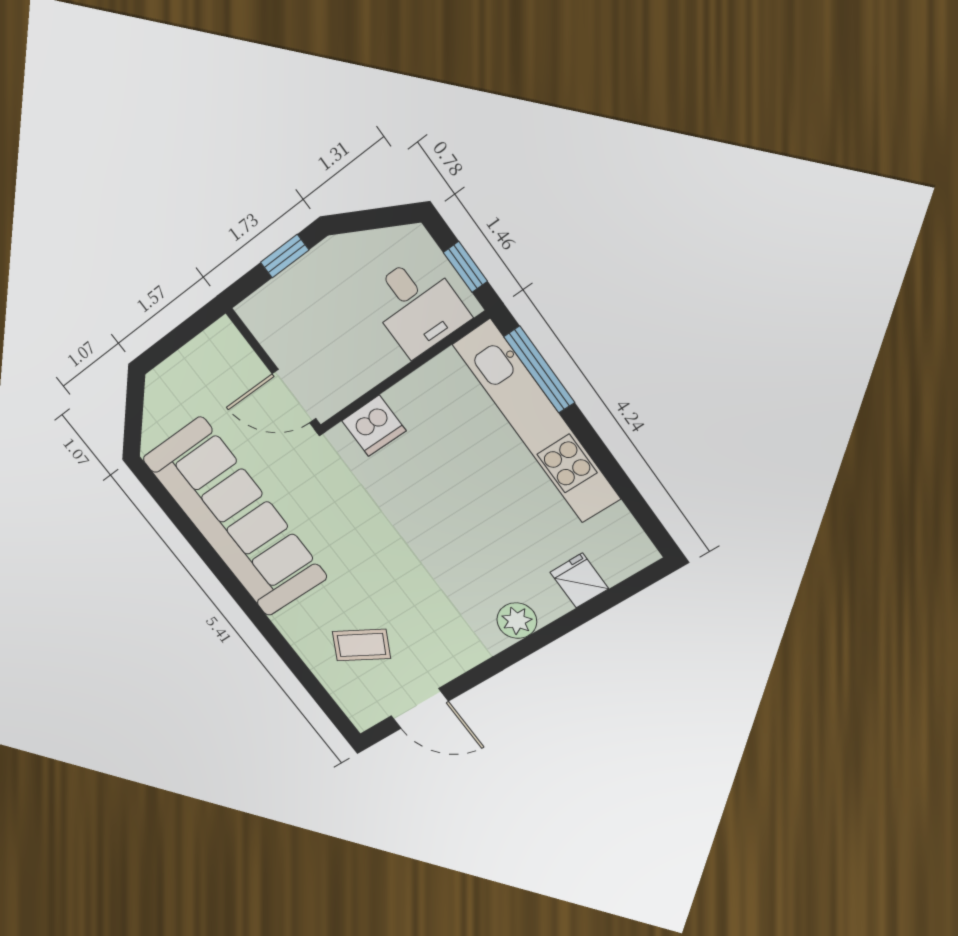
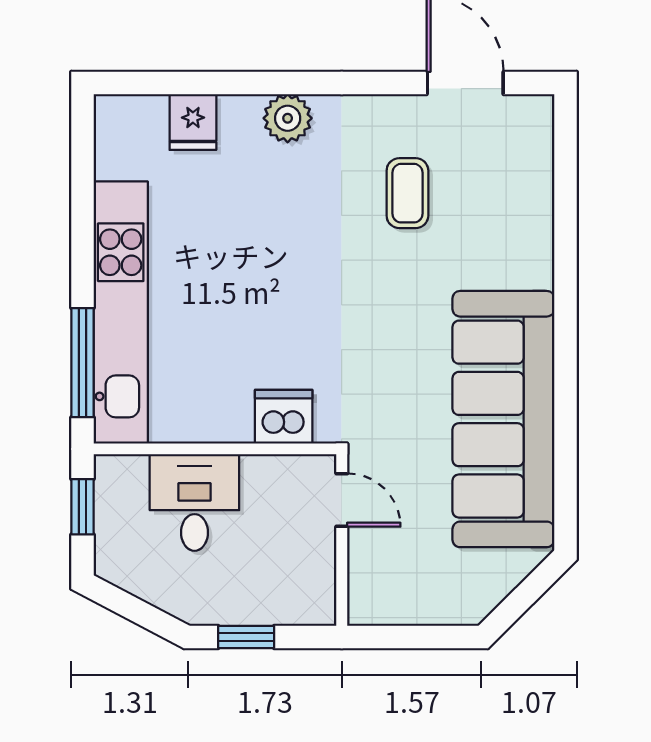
desk: (417, 306) -> (194, 502), moved
door: (294, 396) -> (342, 500), width x0.73
coffee table: (361, 645) -> (407, 193), moved, turned 61

